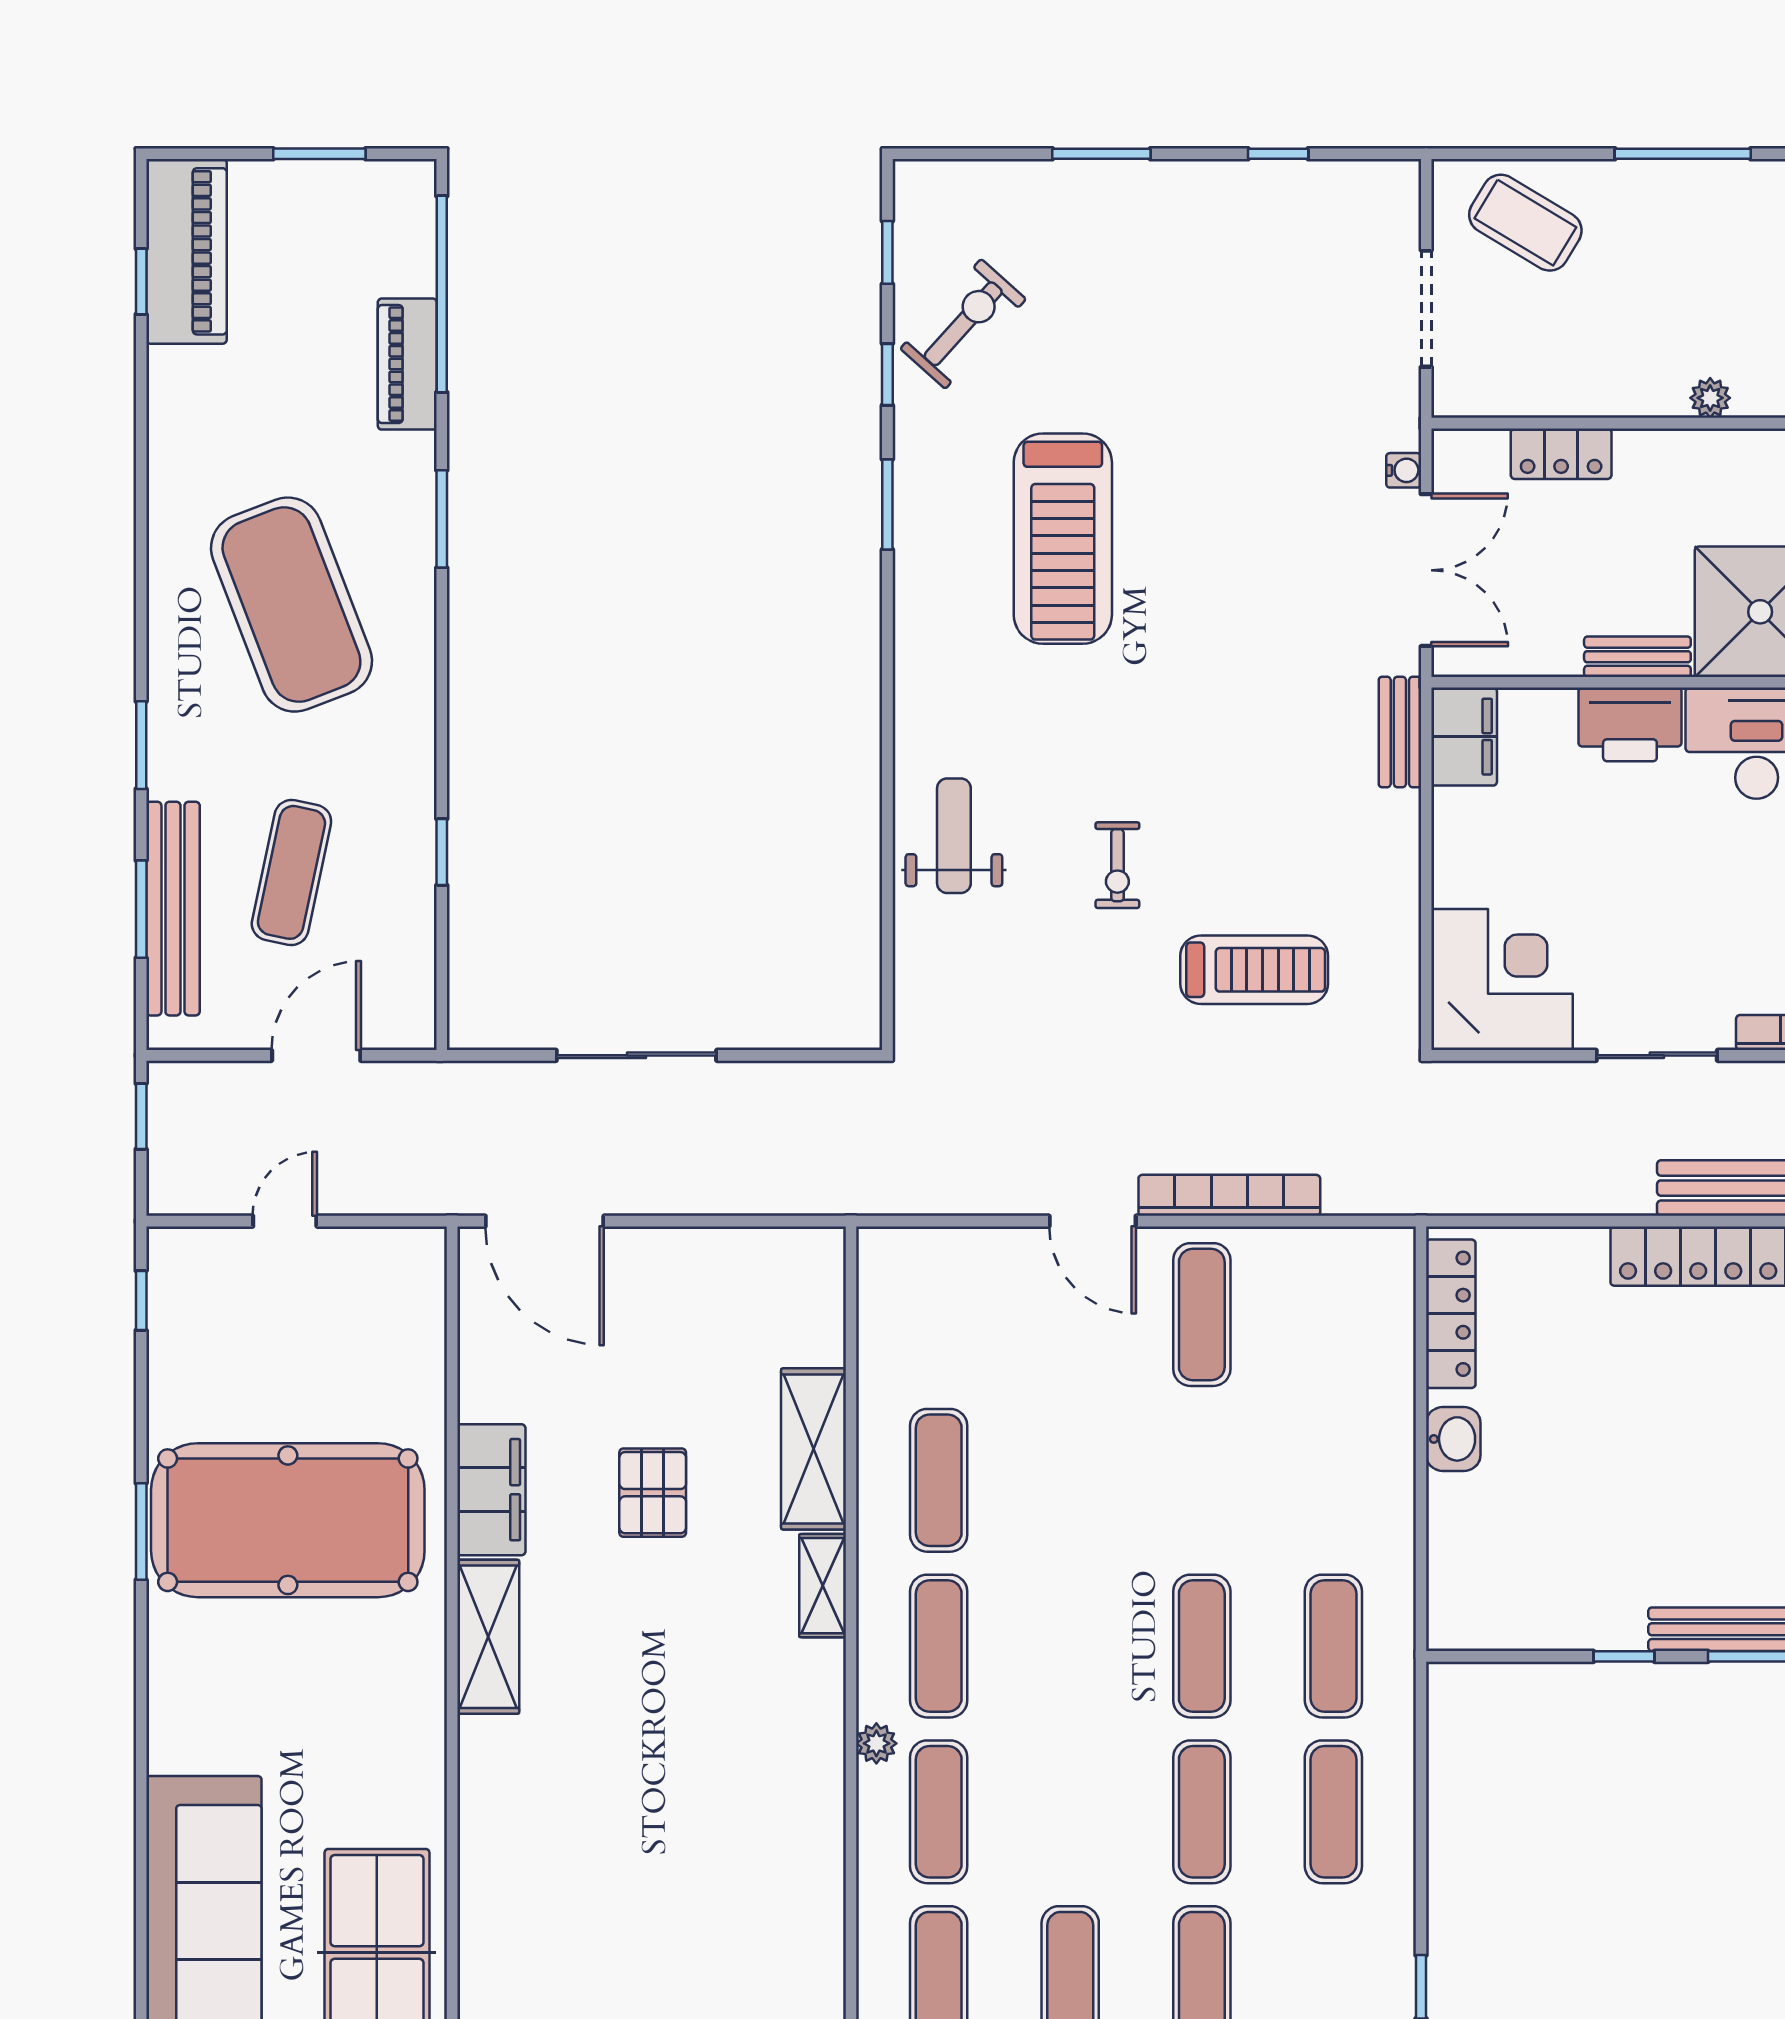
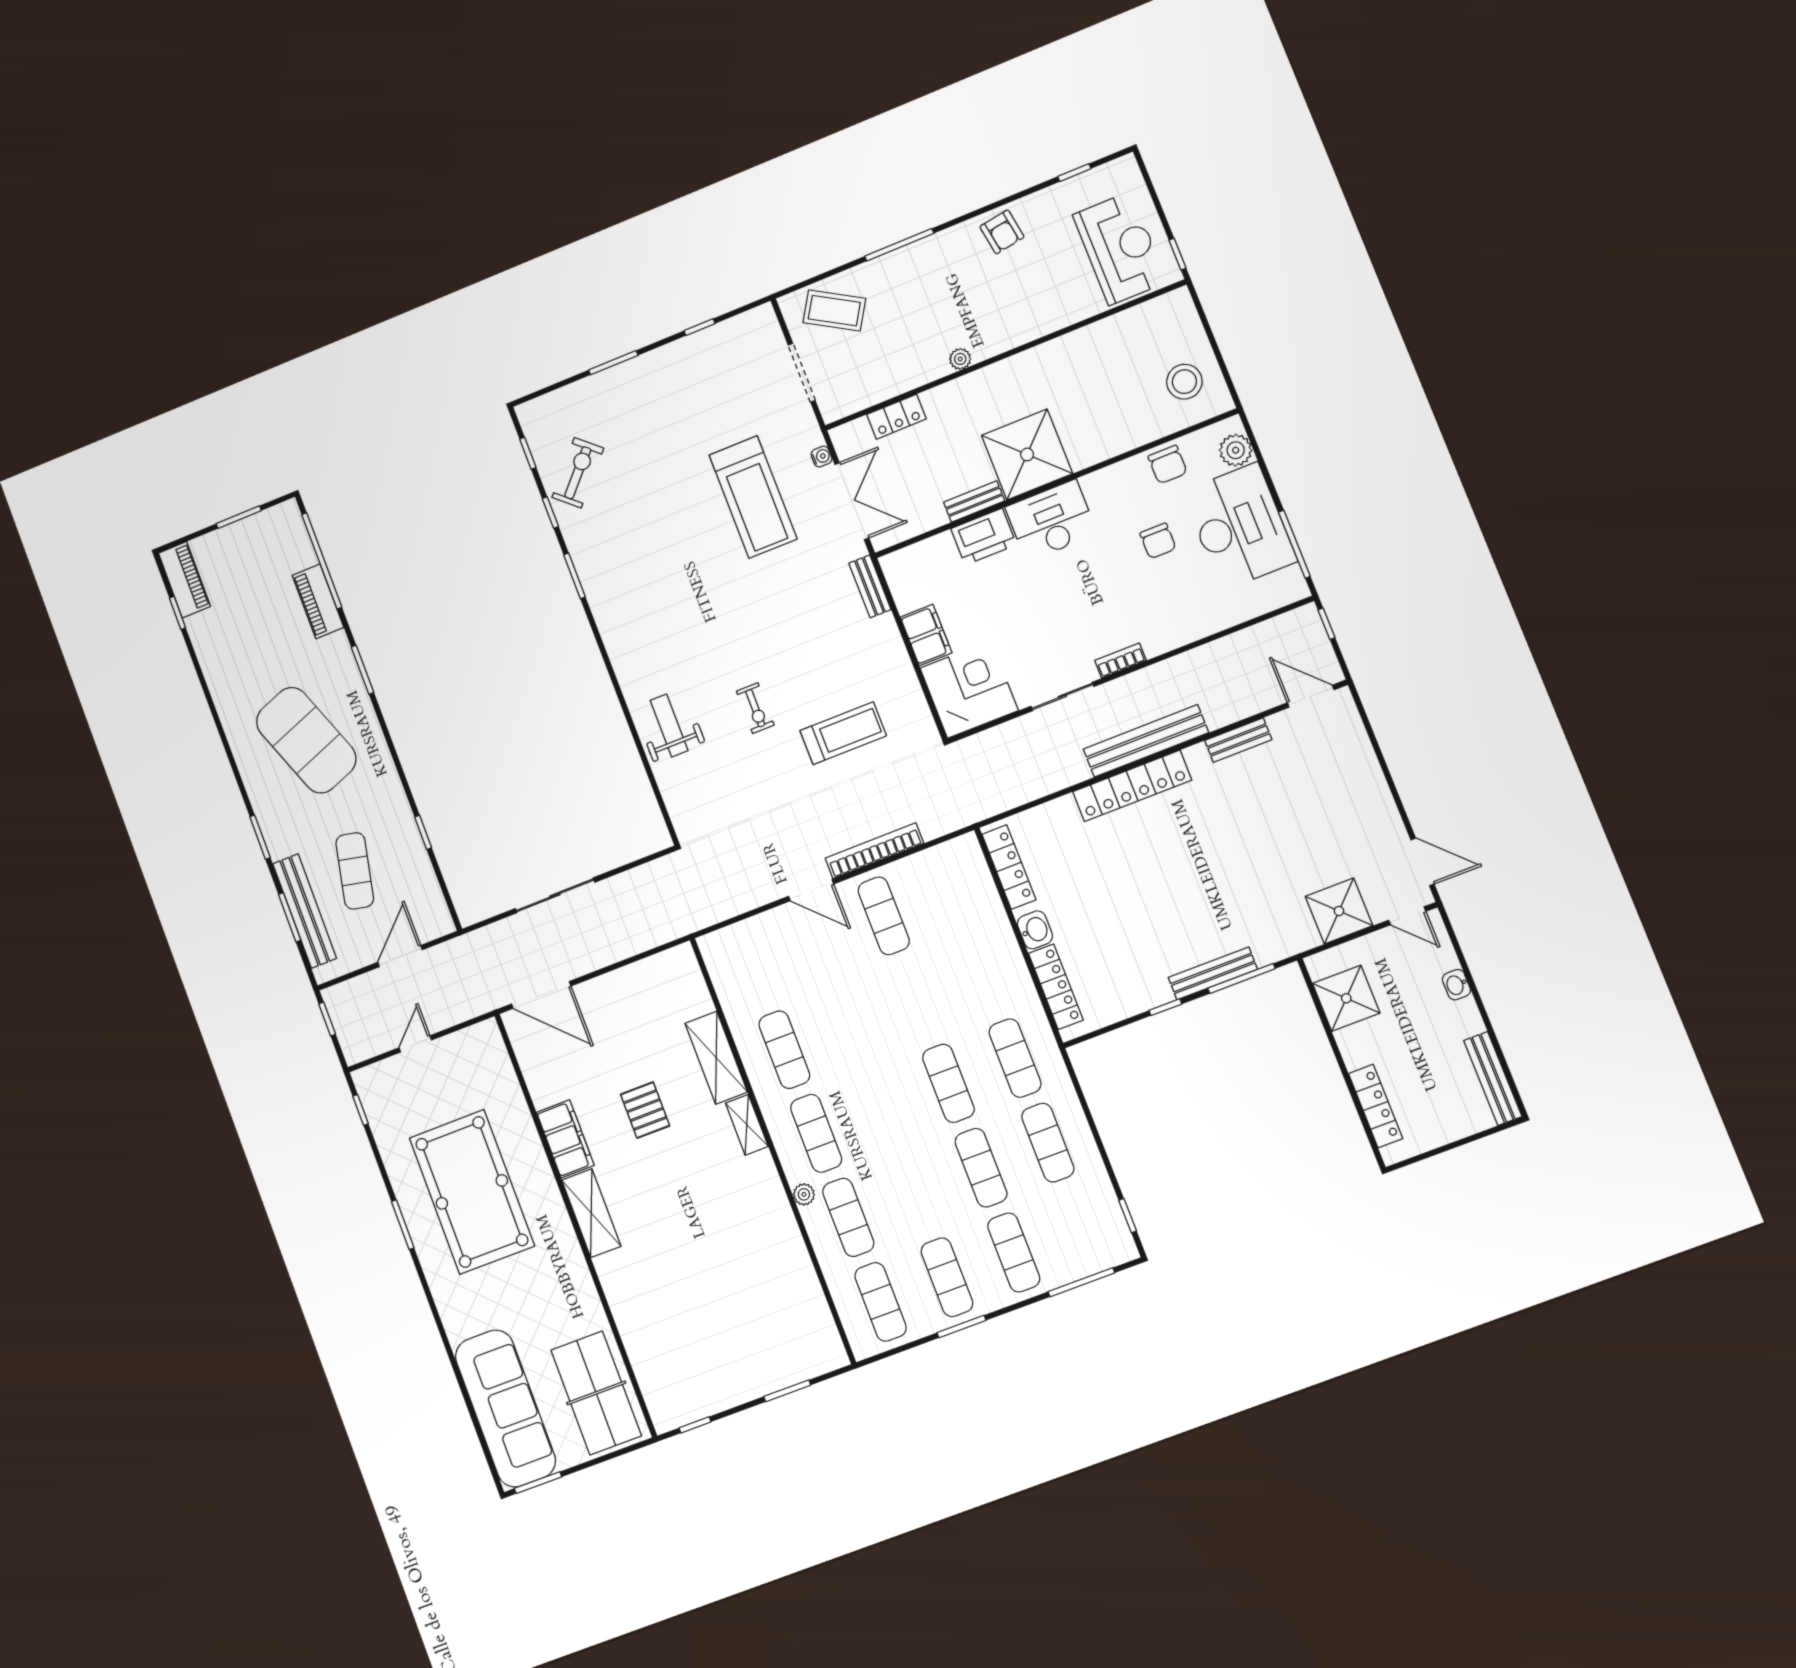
piano: (187, 251) -> (184, 580), width x0.73, depth x0.75
treadmill: (1063, 539) -> (753, 497), moved
filing cabinet: (1464, 737) -> (926, 635), moved
pool table: (288, 1520) -> (472, 1192), turned 90
locker: (1451, 1550) -> (1056, 987), added

